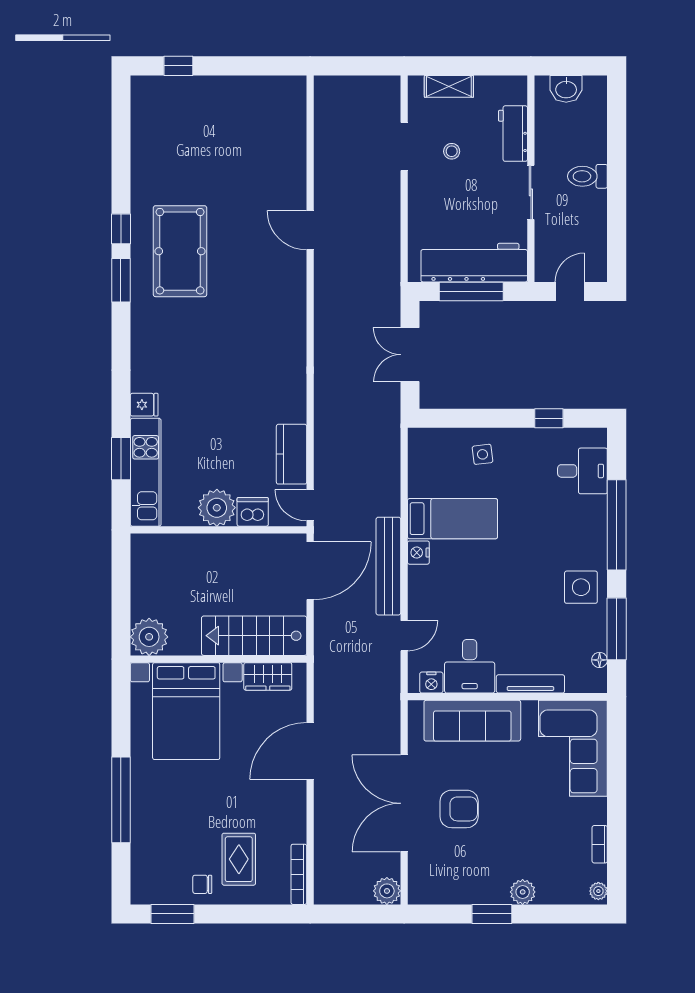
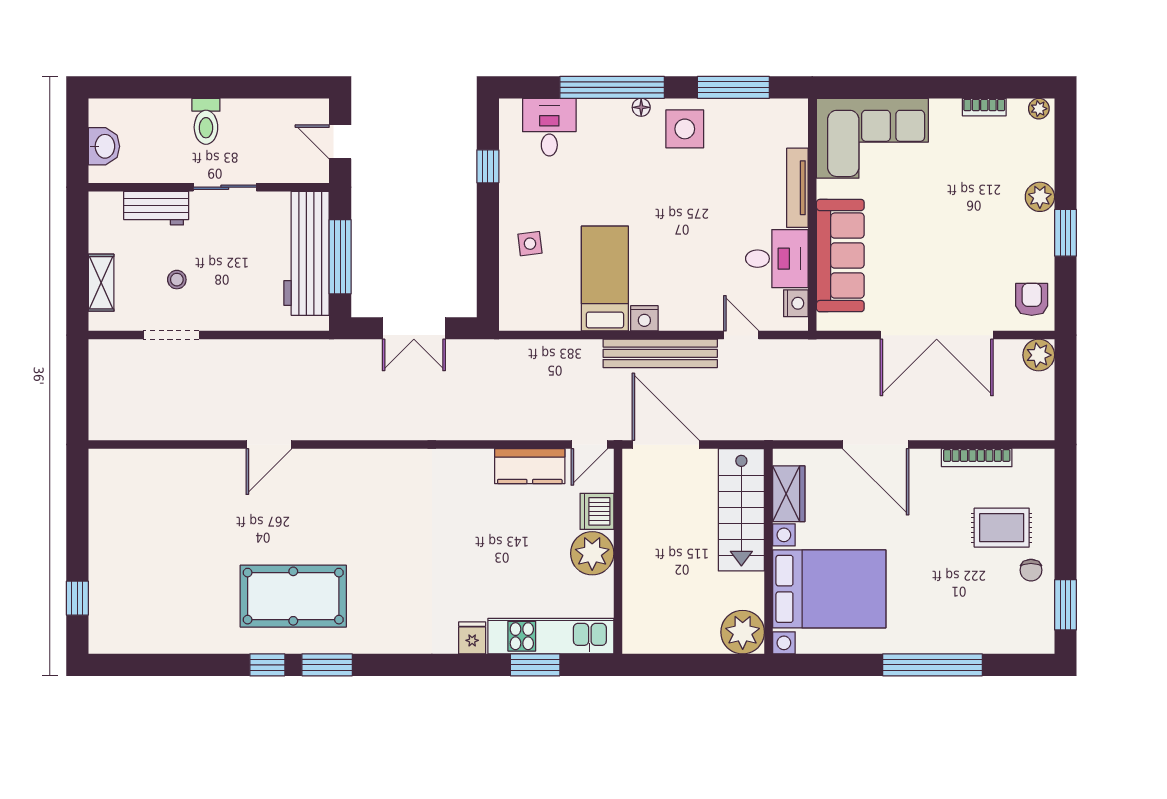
floor lamp: (600, 660) -> (641, 107), moved
armchair: (459, 809) -> (1032, 299), moved, width x0.72, depth x0.72
bookcase: (299, 874) -> (977, 458), moved

